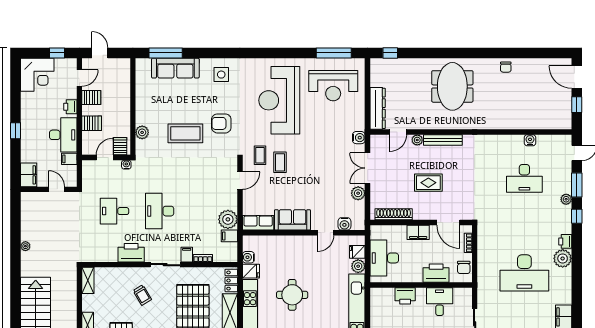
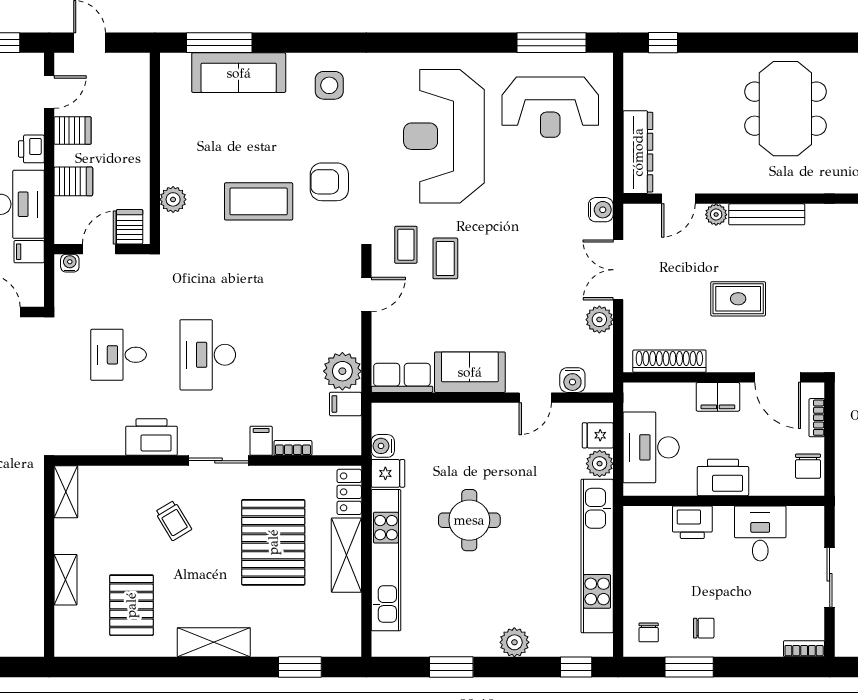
water cooler: (126, 165) -> (70, 263), moved
printer: (436, 273) -> (723, 477), moved

